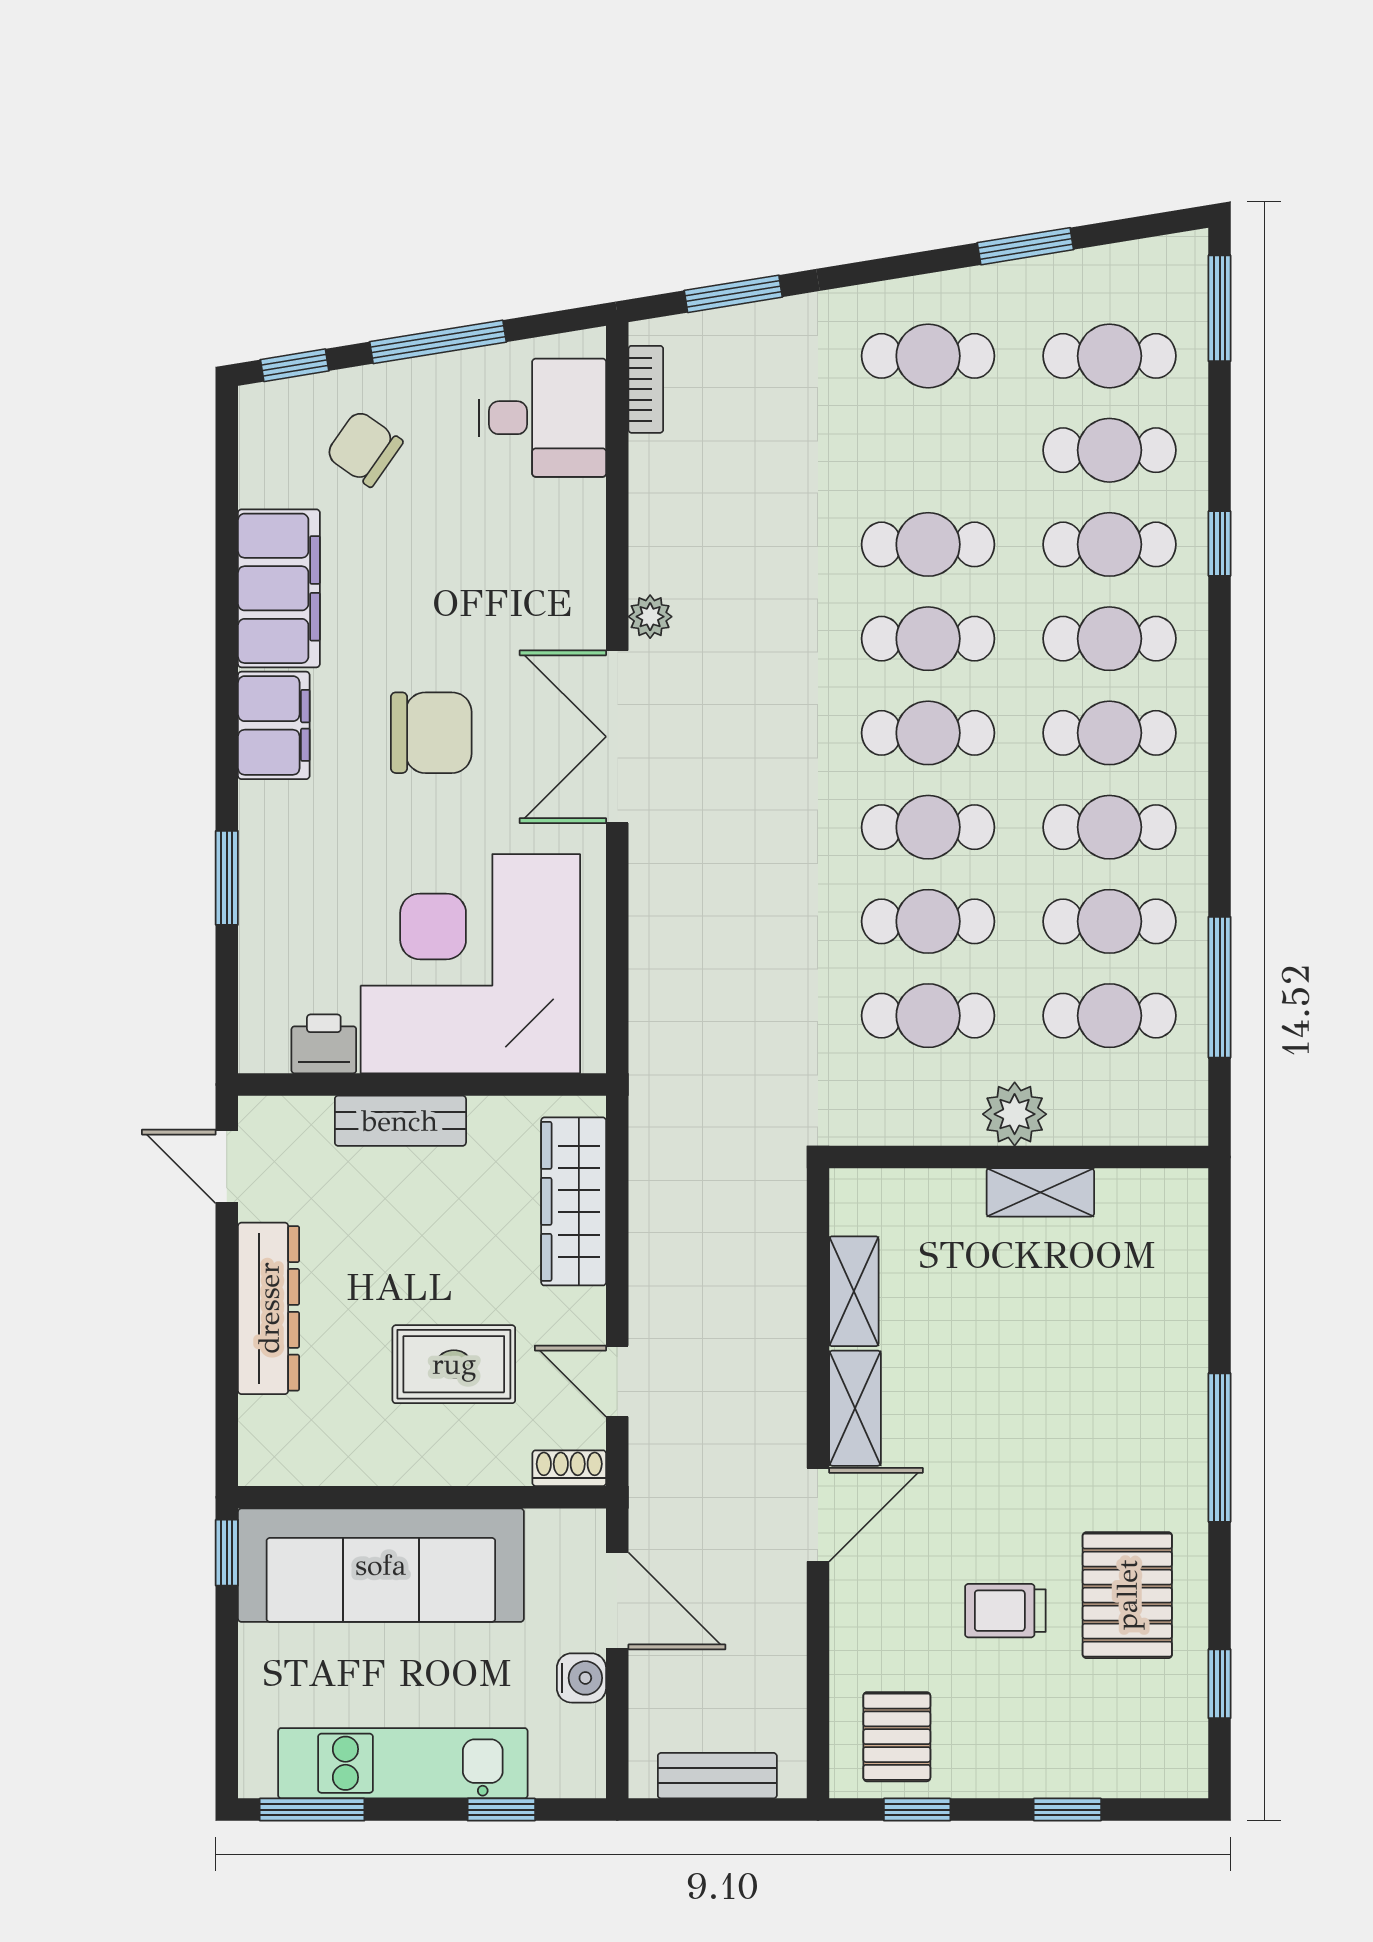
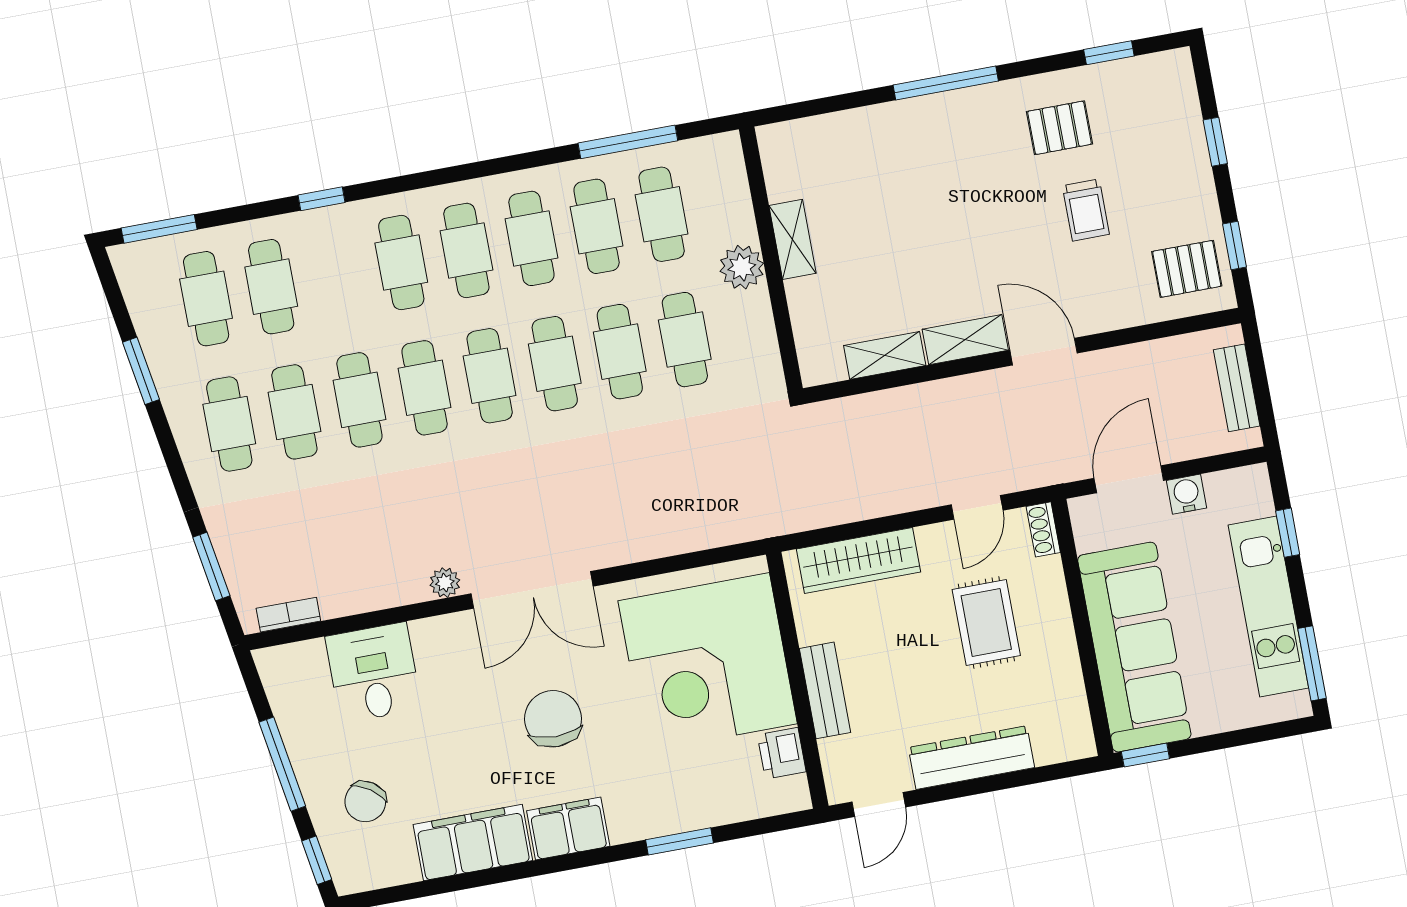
desk: (542, 418) -> (373, 673), moved
cafe table: (1109, 544) -> (294, 412), moved
pallet: (1127, 1595) -> (1060, 128), width x0.67, depth x0.71

